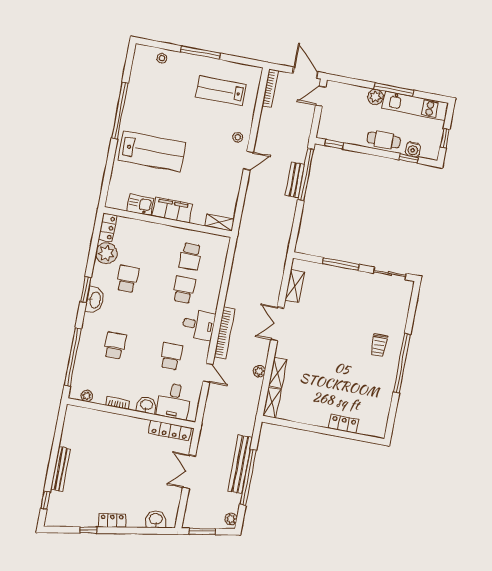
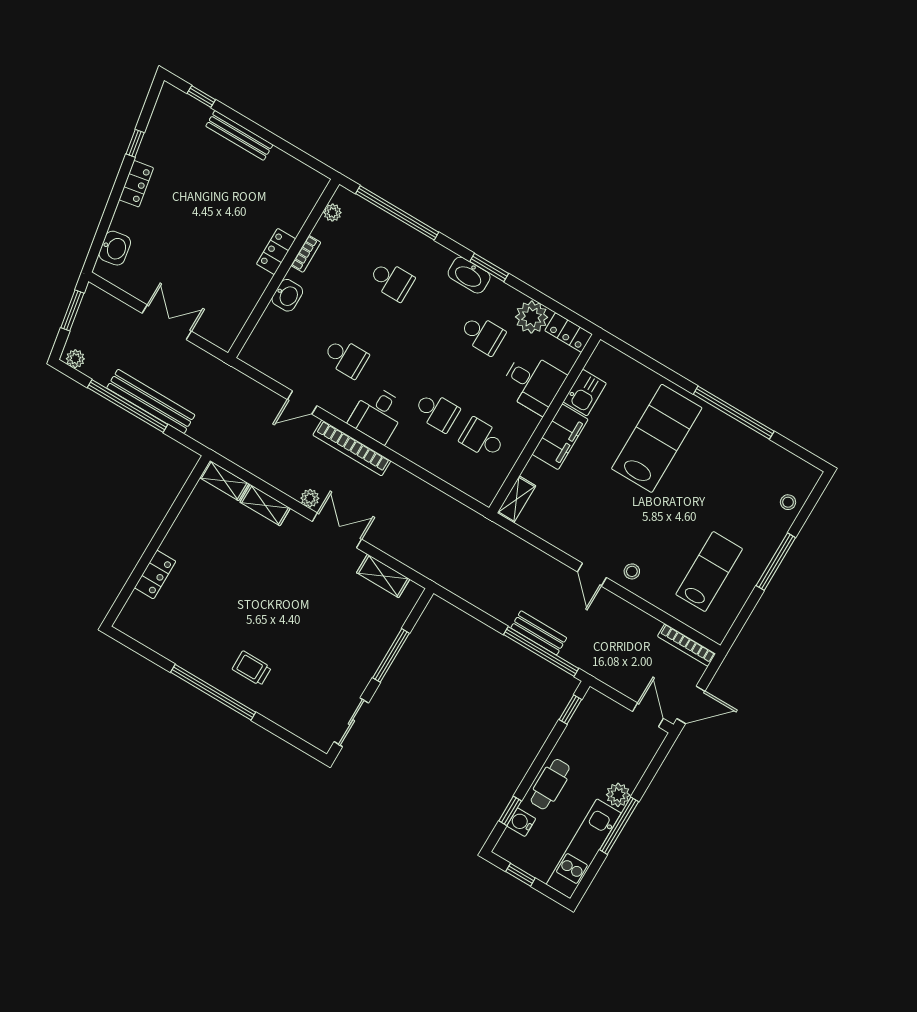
lab bench: (152, 151) -> (657, 438), turned 180
plant: (259, 371) -> (310, 498), moved
desk: (174, 401) -> (533, 383), moved, turned 180
locker: (170, 430) -> (276, 251), moved, width x0.66

